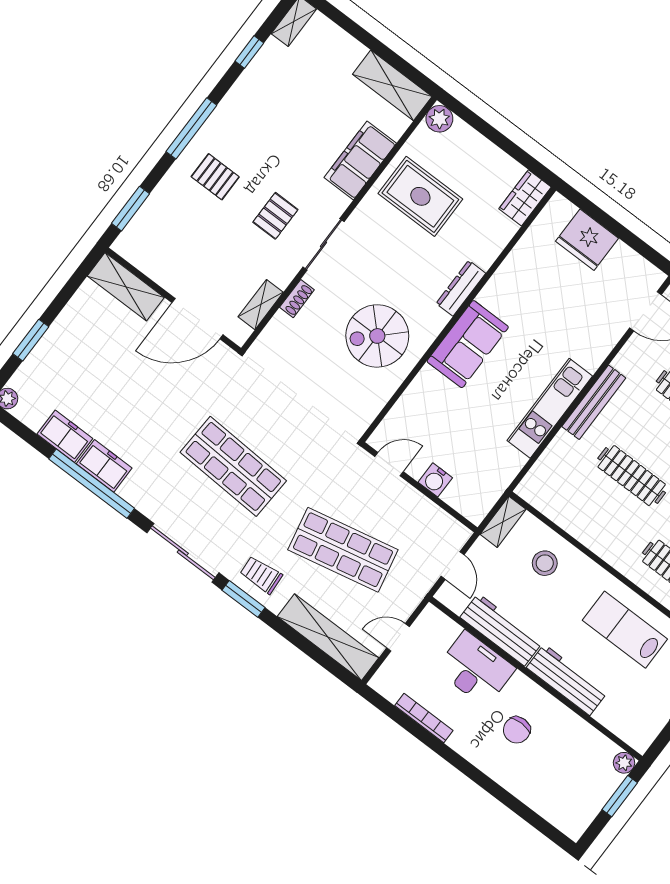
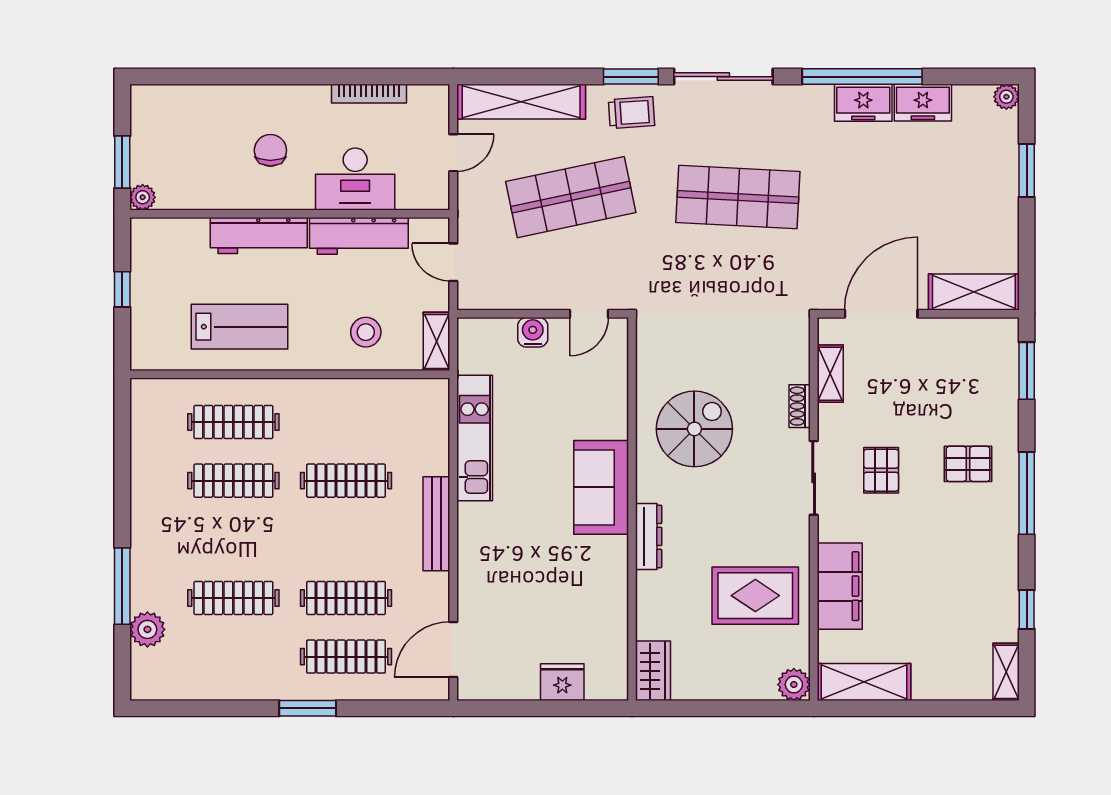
fridge: (587, 240) -> (562, 682), width x0.73, depth x0.75
kitchen unit: (550, 408) -> (475, 438), moved

